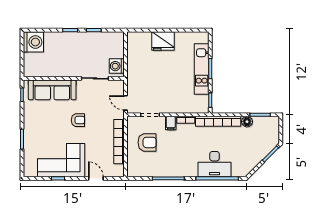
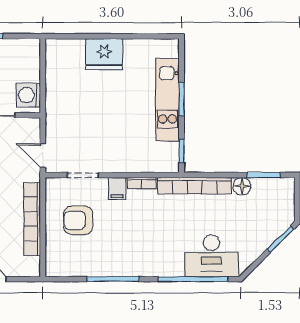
armchair: (147, 142) -> (78, 220), turned 180
desk: (215, 164) -> (211, 256), moved

